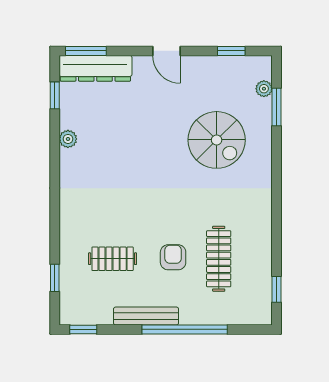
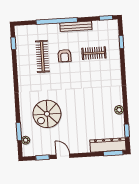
door: (166, 51) -> (63, 156), moved
spiral stairs: (217, 140) -> (47, 114), turned -90

